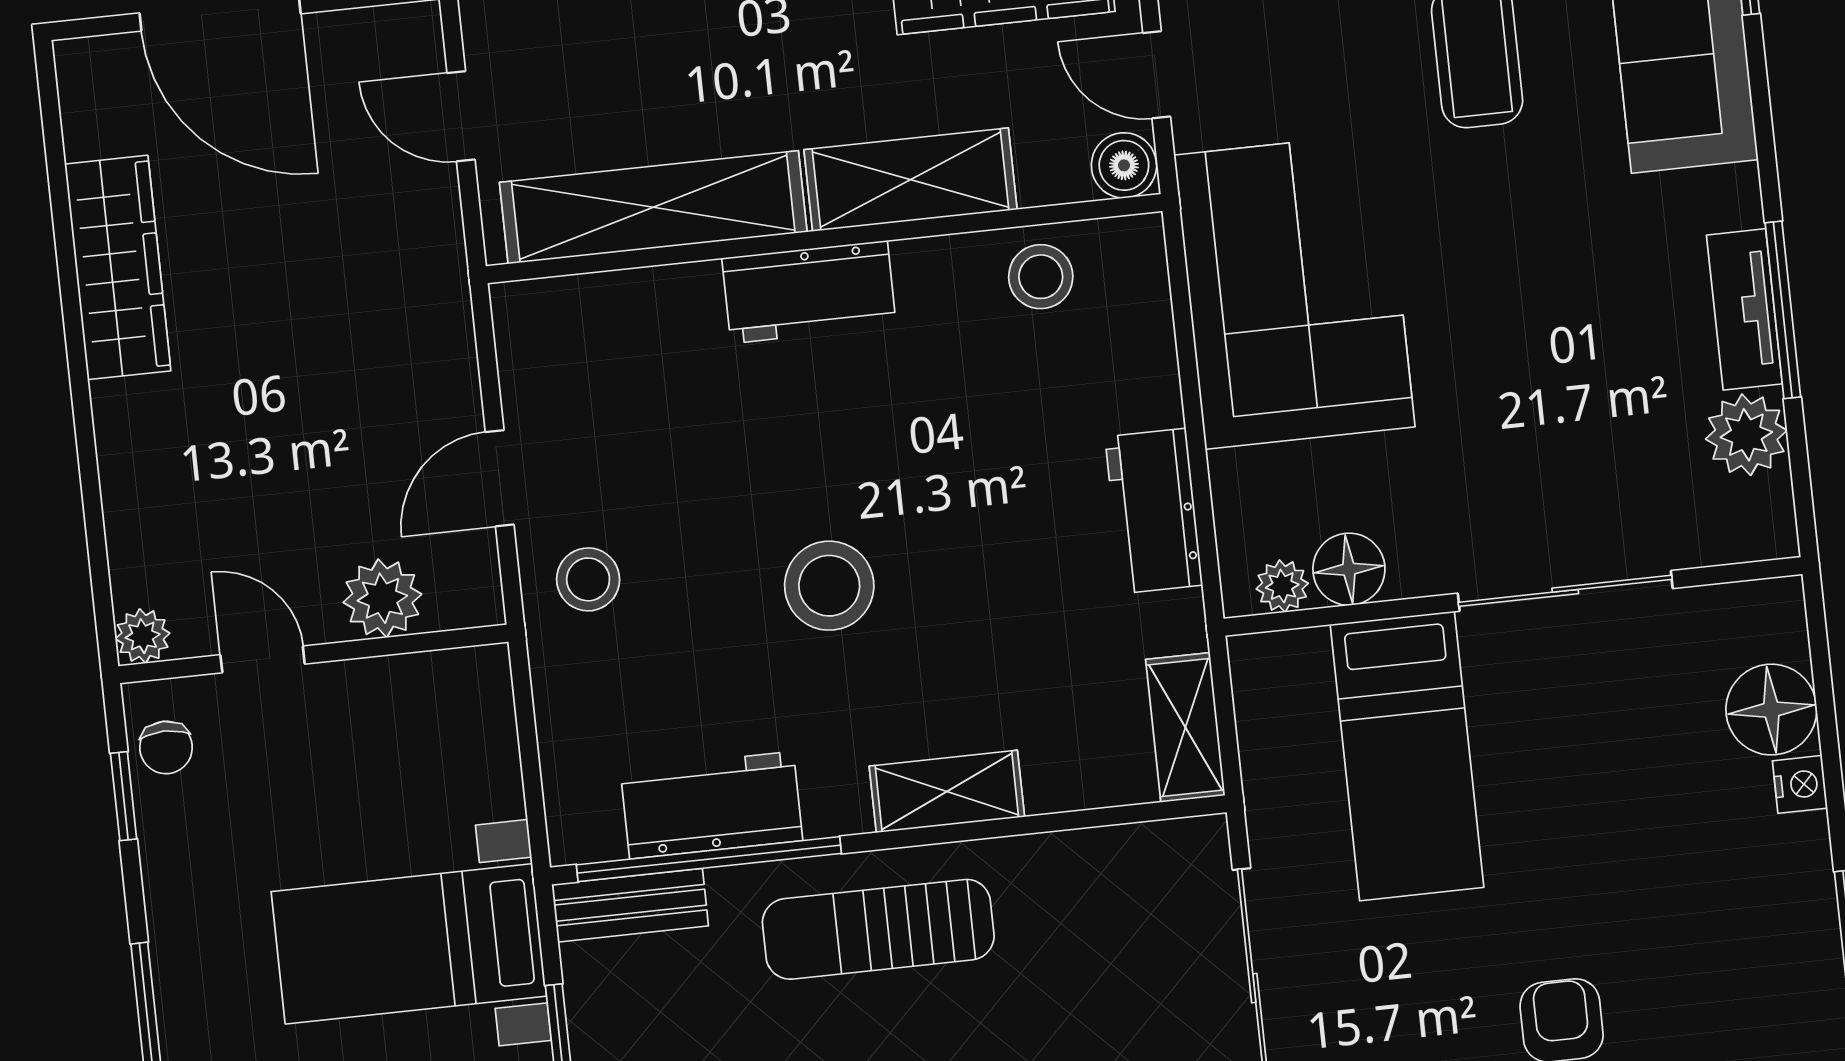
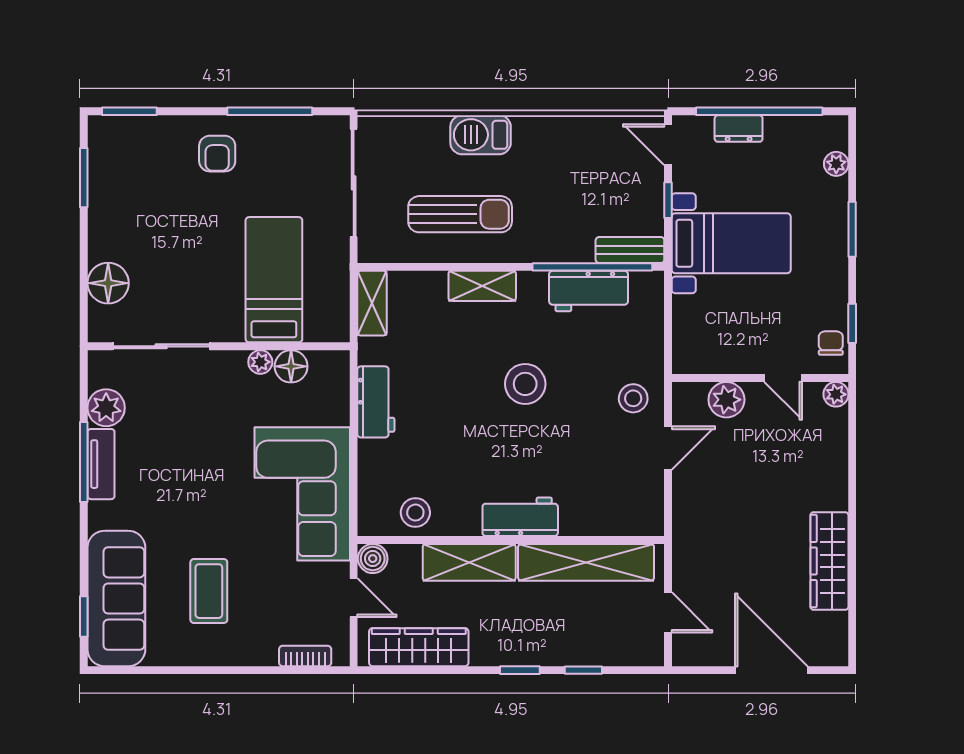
plant: (1282, 586) -> (260, 362), moved
sliding door: (1565, 591) -> (161, 346), moved
nightstand: (1800, 784) -> (99, 248), removed
sun lounger: (878, 929) -> (460, 214), moved

